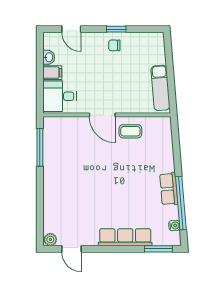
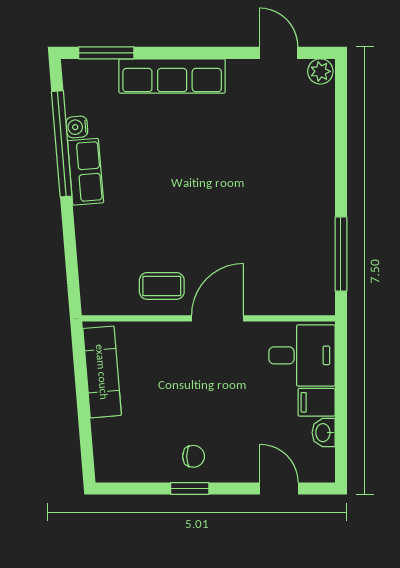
door: (102, 115) -> (217, 318), hinge flipped
water cooler: (174, 226) -> (77, 127), moved

